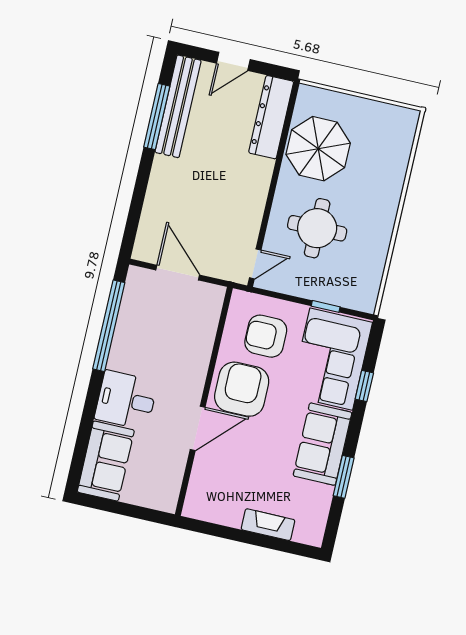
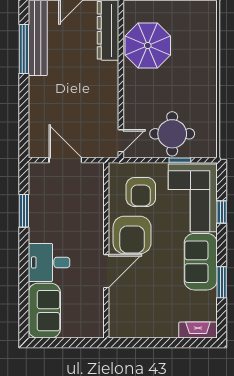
round table: (317, 228) -> (172, 134), moved
window: (109, 326) -> (24, 211), width x0.47
armchair: (266, 336) -> (141, 192), turned -90
armchair: (242, 389) -> (132, 235), turned 180
fireplace: (268, 525) -> (198, 330), moved

